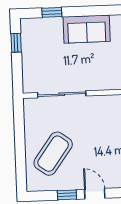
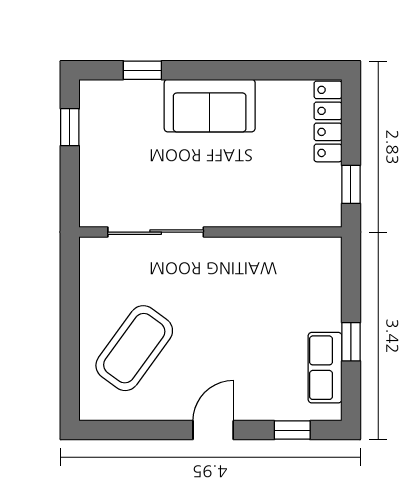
door: (95, 194) -> (213, 430), hinge flipped
window: (67, 195) -> (158, 430), removed

